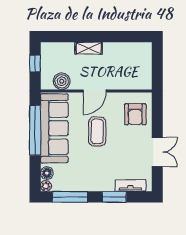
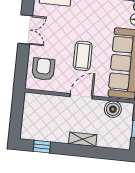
window: (129, 37) -> (42, 147), added
double door: (157, 152) -> (25, 29), swing flipped

